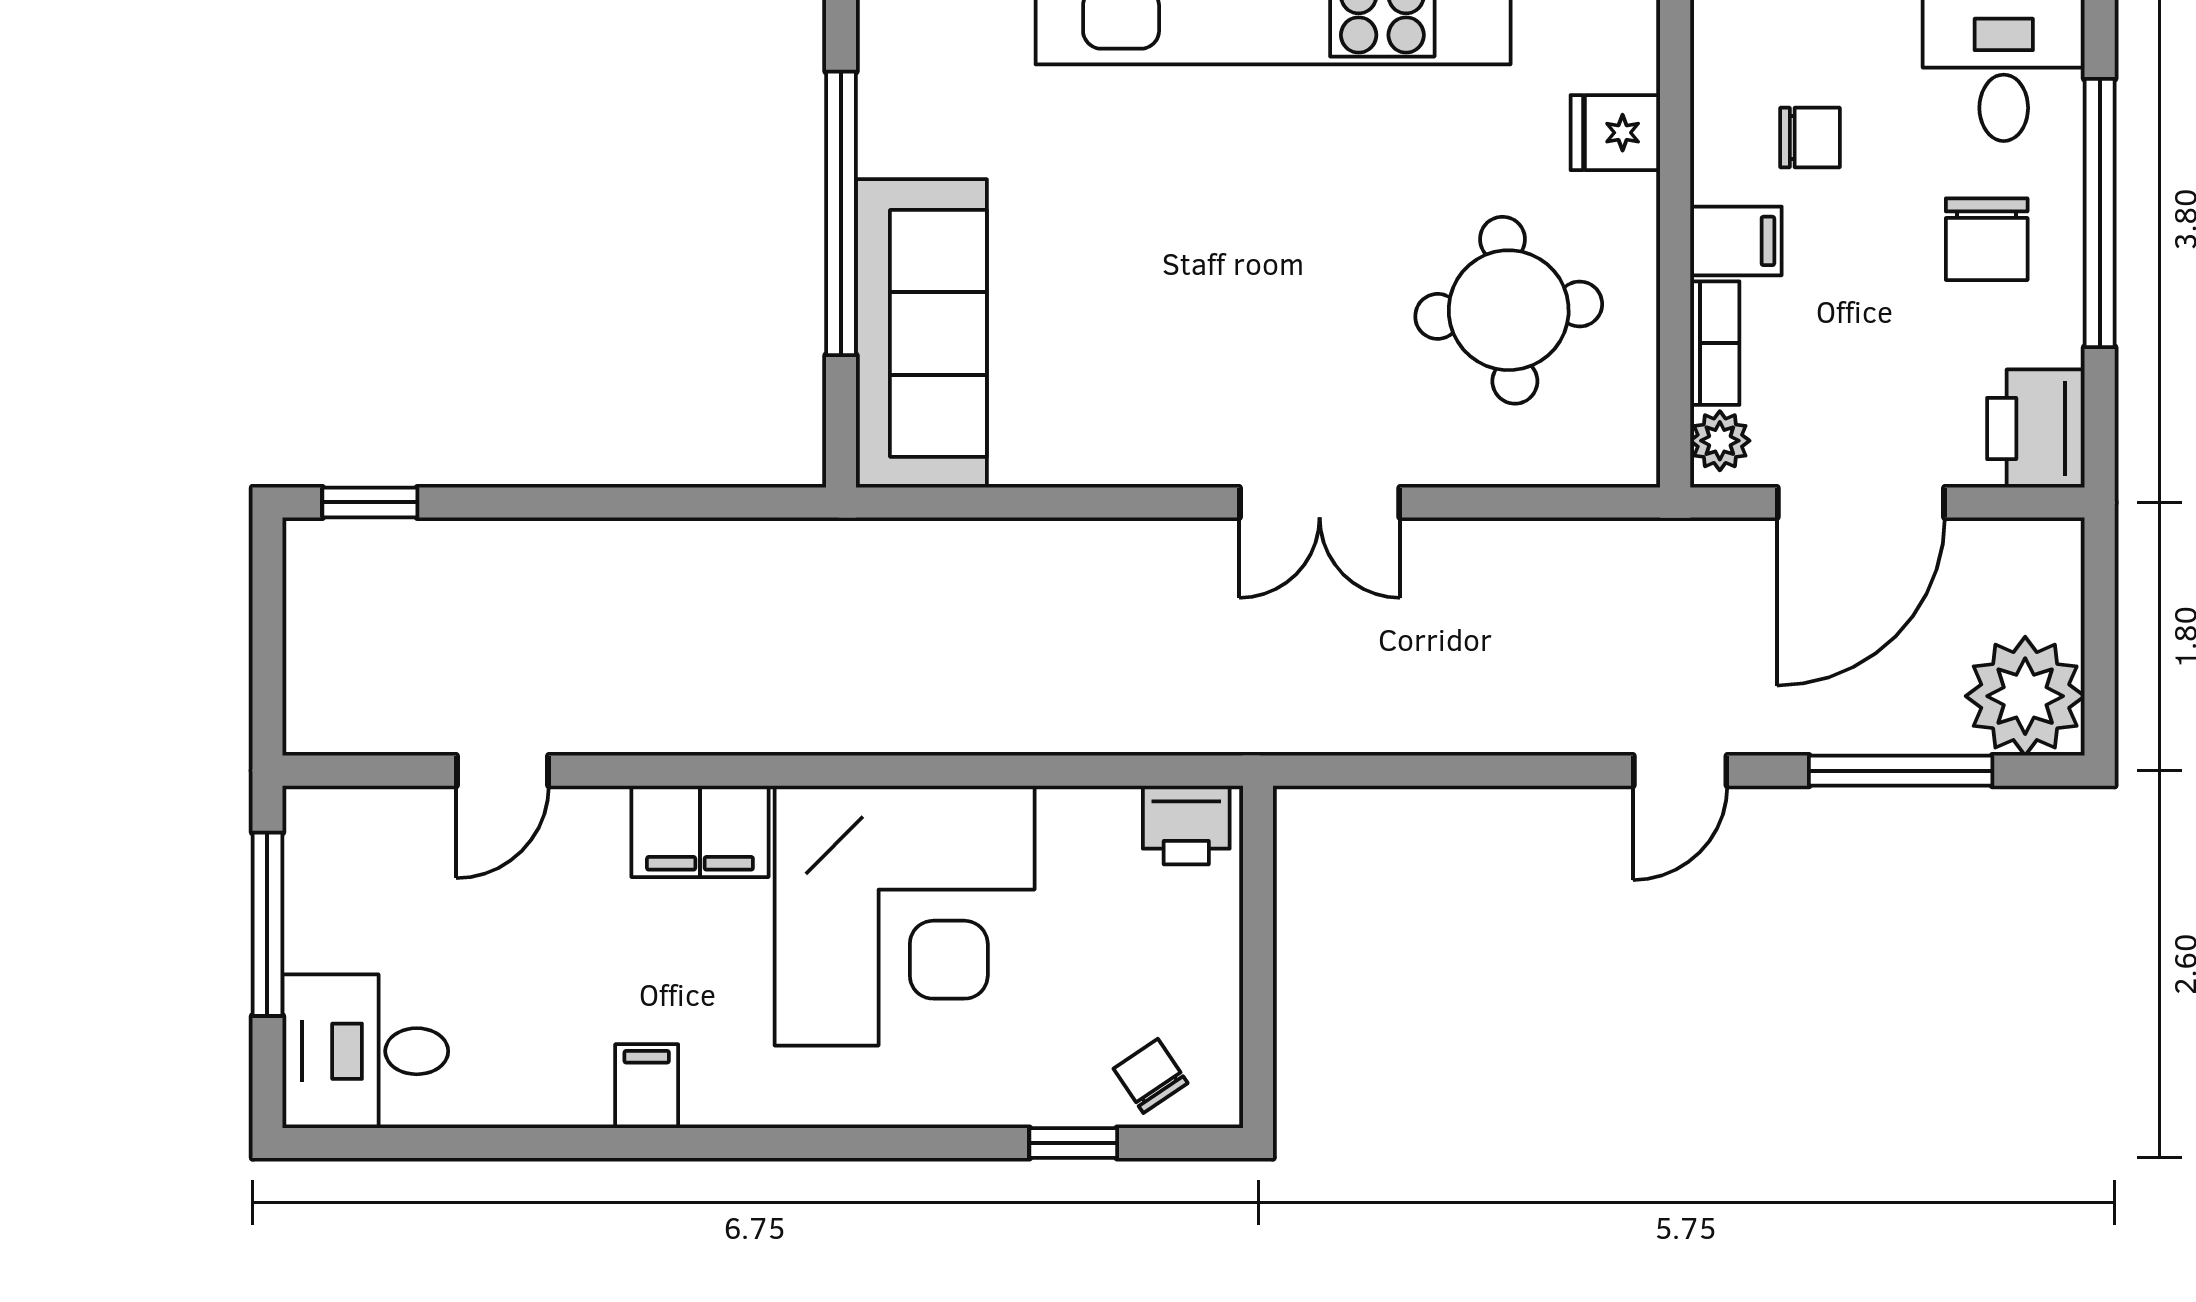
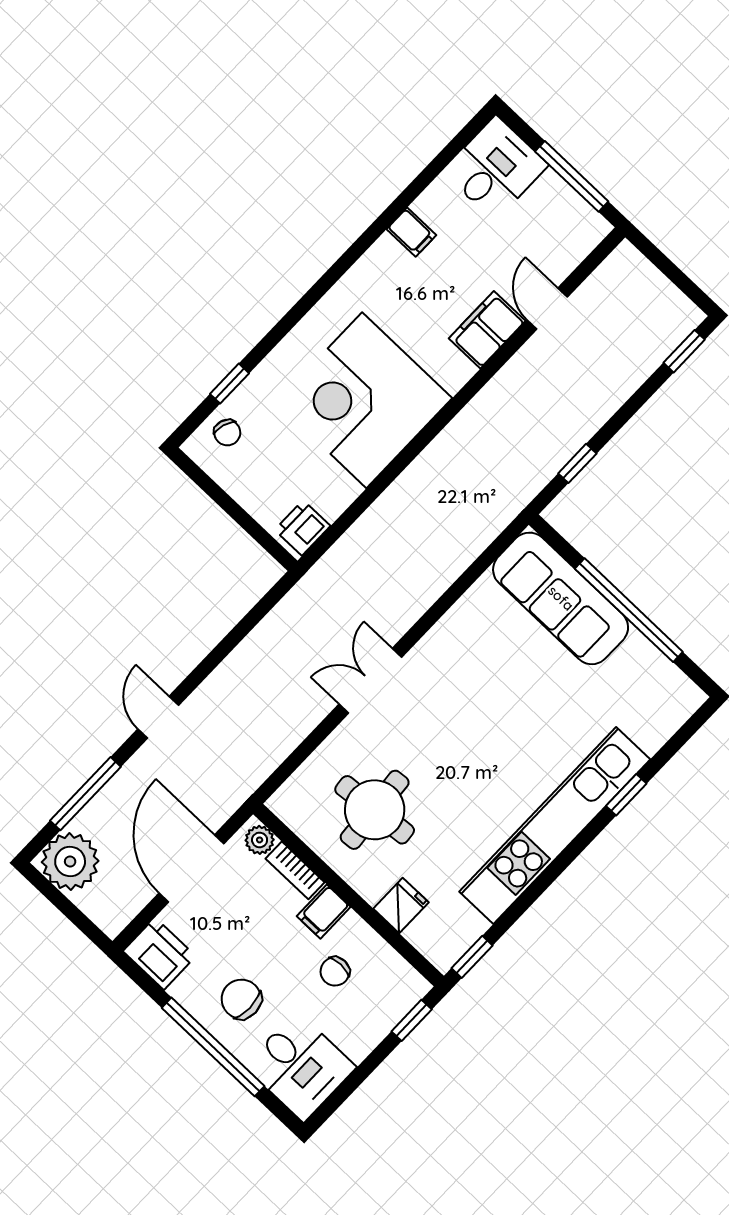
window: (693, 502) -> (577, 463), added
filing cabinet: (700, 831) -> (487, 330), moved
chair: (1151, 1076) -> (227, 433), turned 52
filing cabinet: (647, 1086) -> (411, 232), moved

